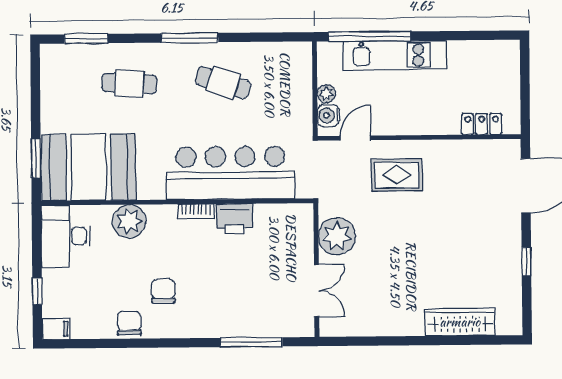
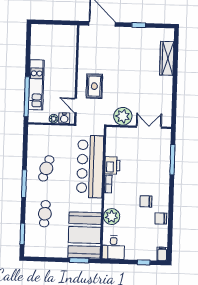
locker: (482, 124) -> (71, 44), removed
desk: (66, 236) -> (113, 247), width x0.73

